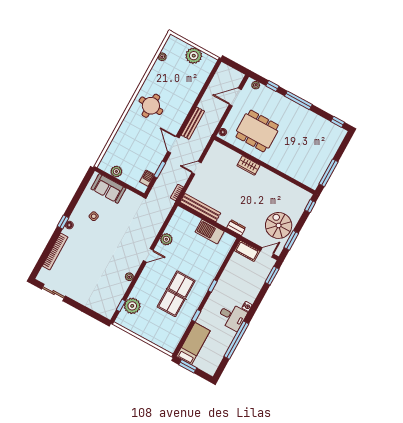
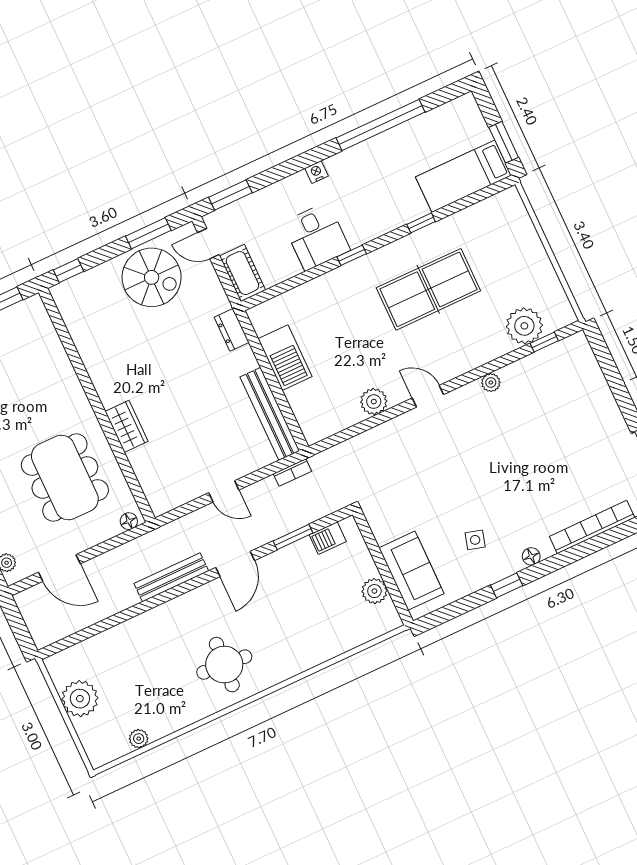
window: (63, 222) -> (507, 585), moved
spiral stairs: (279, 225) -> (152, 277), turned -90
desk: (232, 317) -> (316, 236), moved, turned 180

